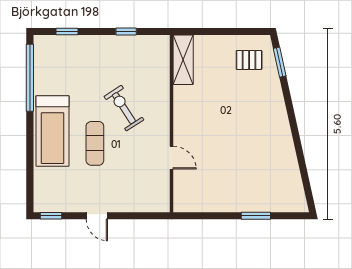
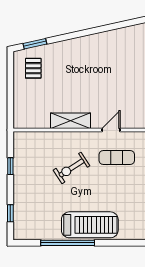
shelving: (183, 60) -> (71, 121), moved
window: (30, 78) -> (68, 243), moved
exercise mat: (95, 143) -> (117, 158), moved

